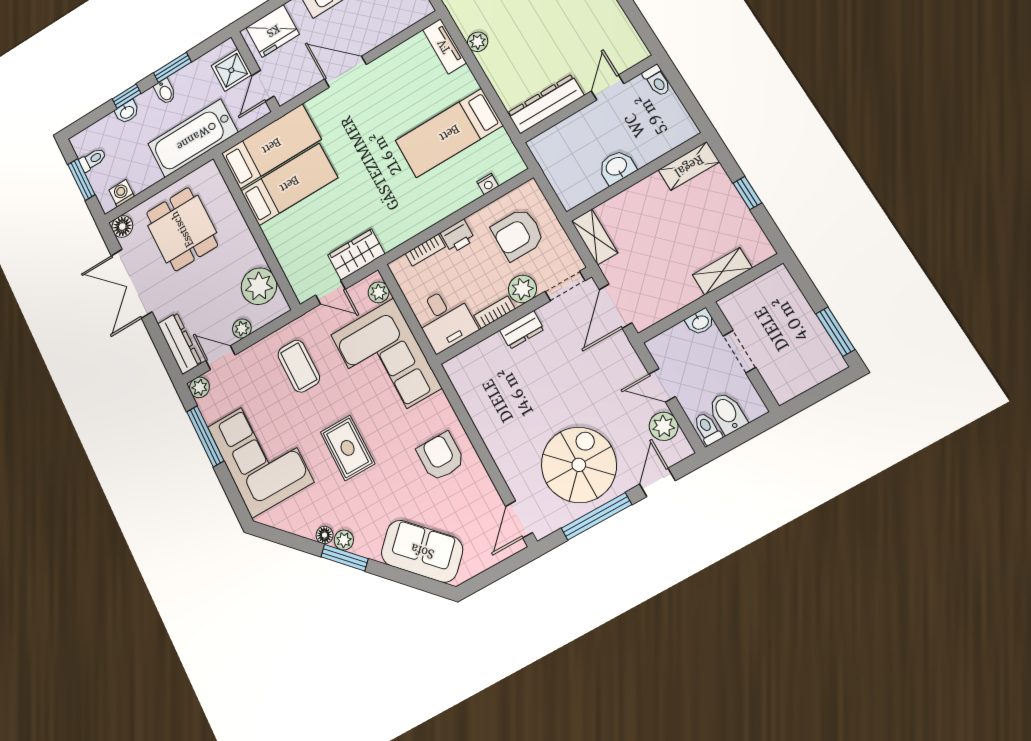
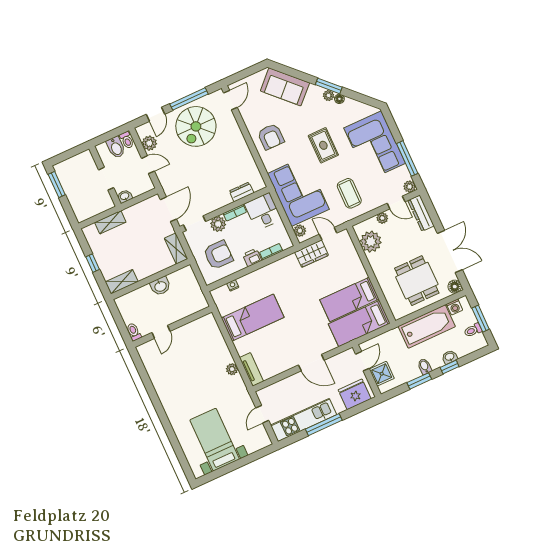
dresser: (546, 104) -> (196, 327), removed
bathtub: (193, 138) -> (427, 326), moved
dresser: (522, 330) -> (241, 192), moved

